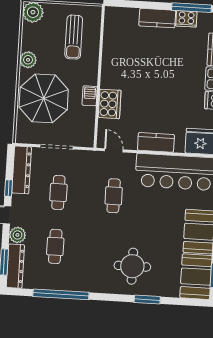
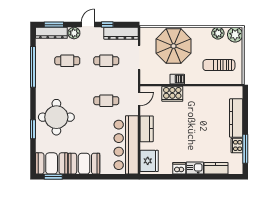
kitchen counter: (157, 18) -> (236, 118), width x1.50
plant: (28, 60) -> (218, 33), moved
round table: (132, 266) -> (56, 117), width x1.36, depth x1.36

